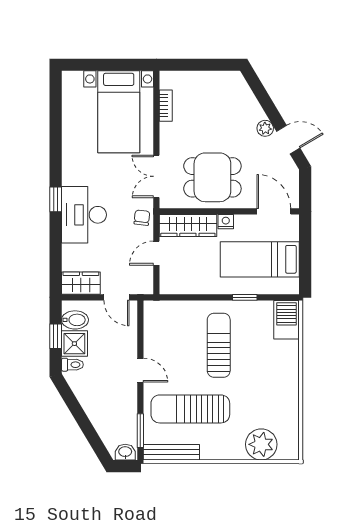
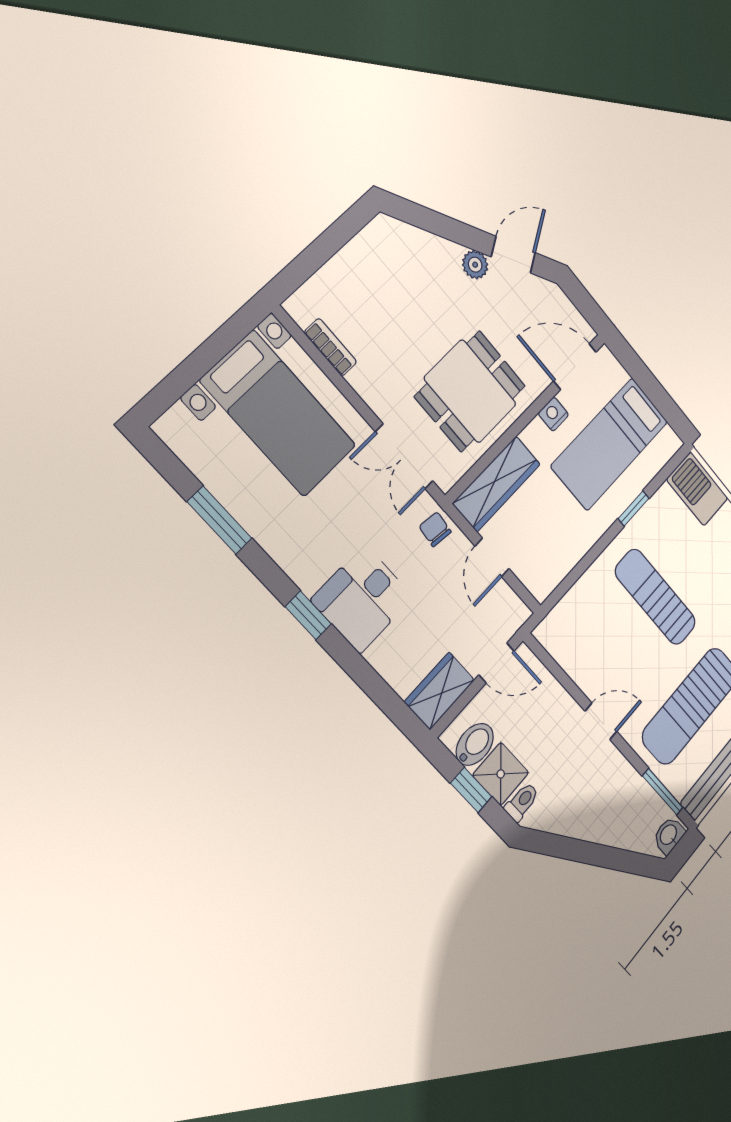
window: (56, 130) -> (219, 520), added
desk: (84, 215) -> (362, 599), width x0.73
nightstand: (226, 222) -> (553, 414), moved

